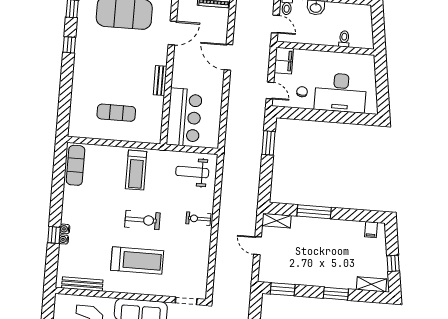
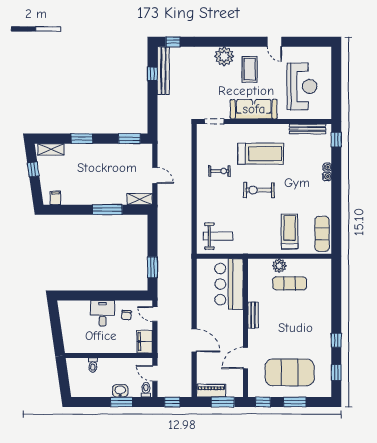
desk: (341, 93) -> (103, 313), width x0.53, depth x0.77
plant: (126, 133) -> (279, 266), added
treadmill: (136, 170) -> (290, 231), moved
exercise bike: (198, 219) -> (220, 171), moved
window: (54, 235) -> (336, 140), moved
treadmill: (137, 260) -> (261, 154), turned 180

